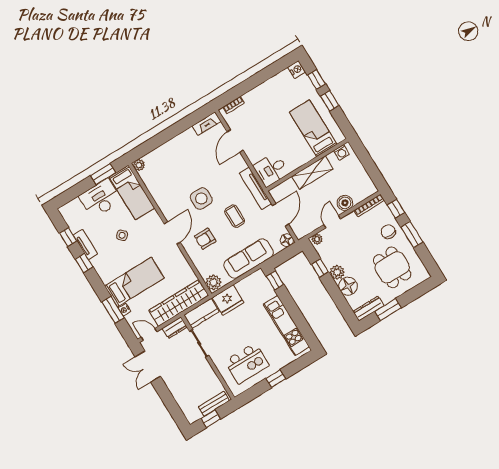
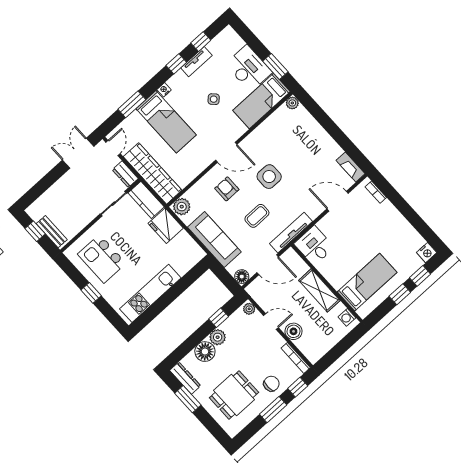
window: (275, 280) -> (196, 272), removed
nightstand: (124, 310) -> (164, 90), moved

